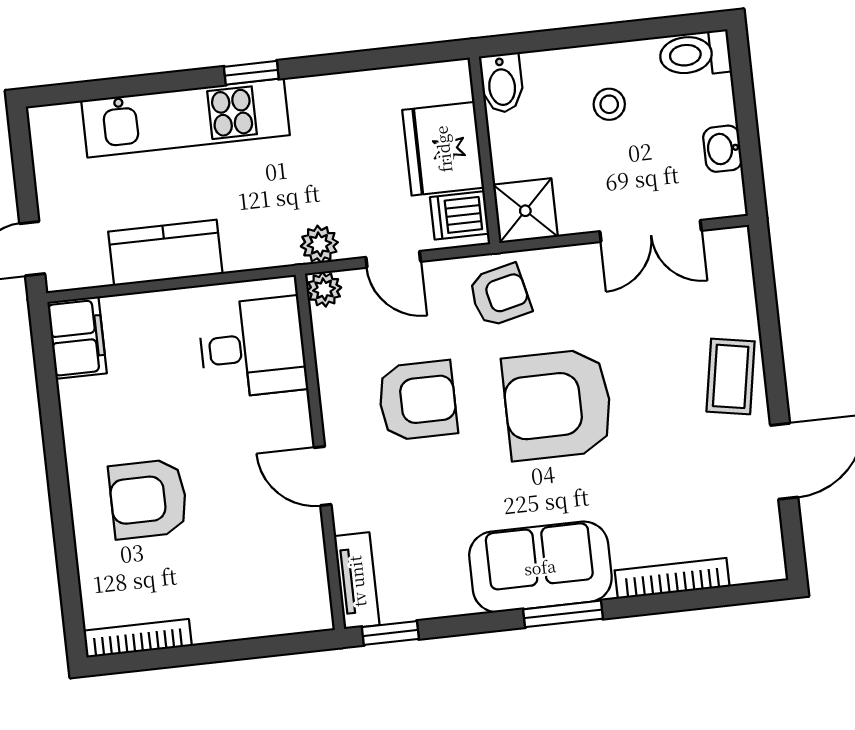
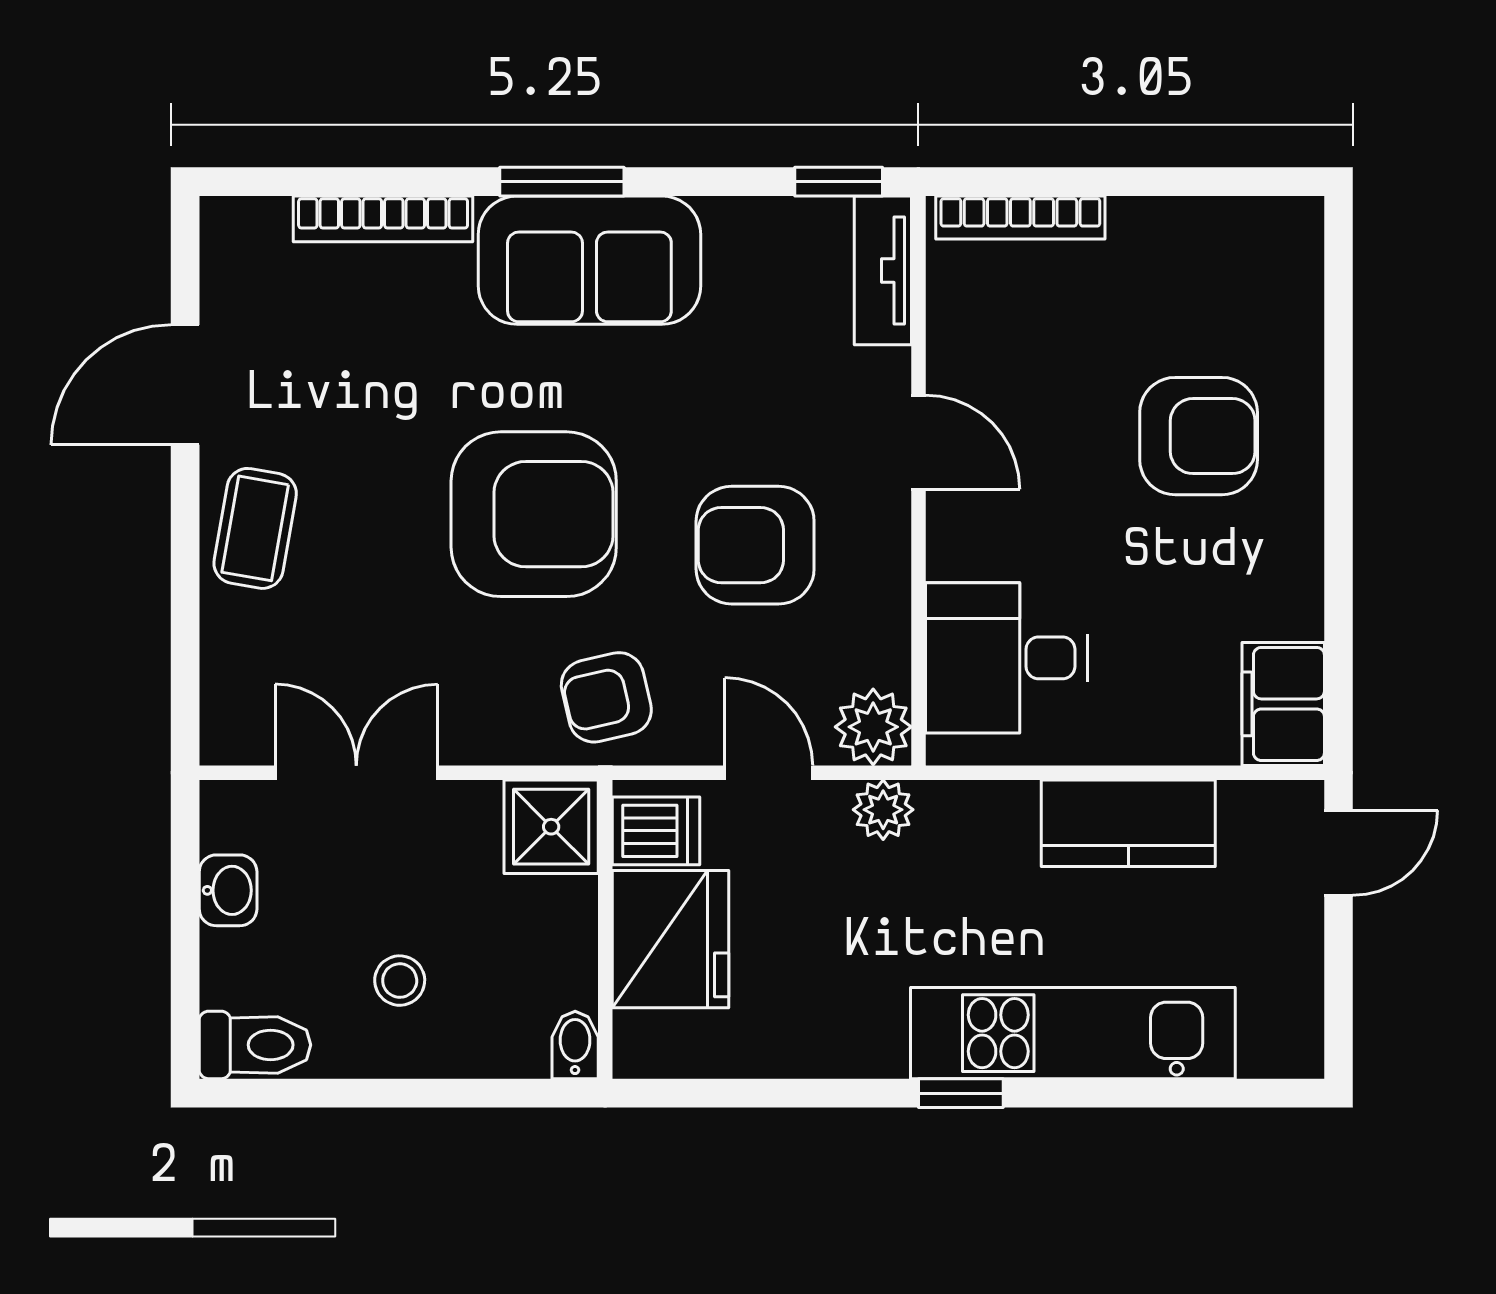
bidet: (502, 83) -> (575, 1045), width x0.72, depth x0.74
plant: (324, 289) -> (873, 727), width x1.38, depth x1.38
bookcase: (138, 638) -> (1020, 218), moved

